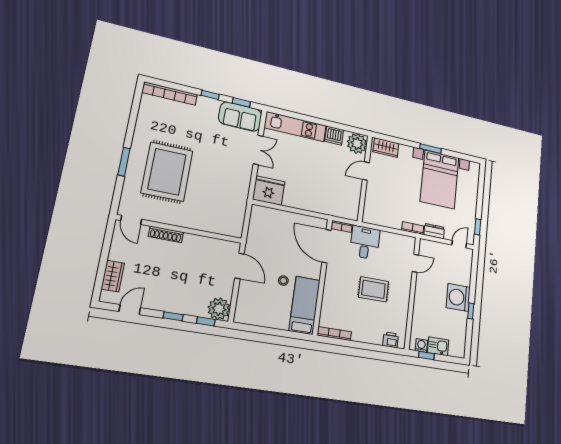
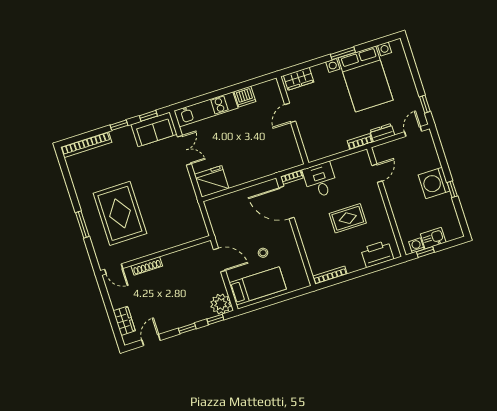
plant: (357, 144) -> (270, 91), removed
bed: (304, 305) -> (258, 286), moved, turned 90
printer: (391, 340) -> (377, 254), width x1.87, depth x1.48

